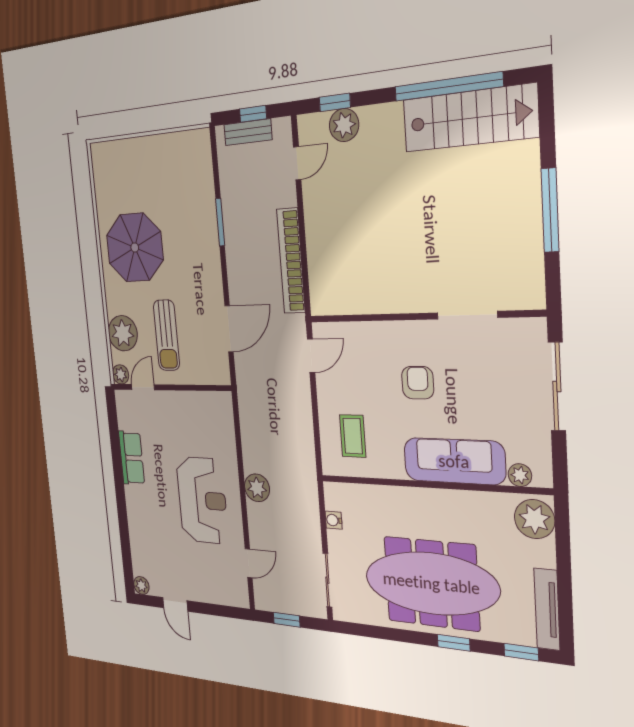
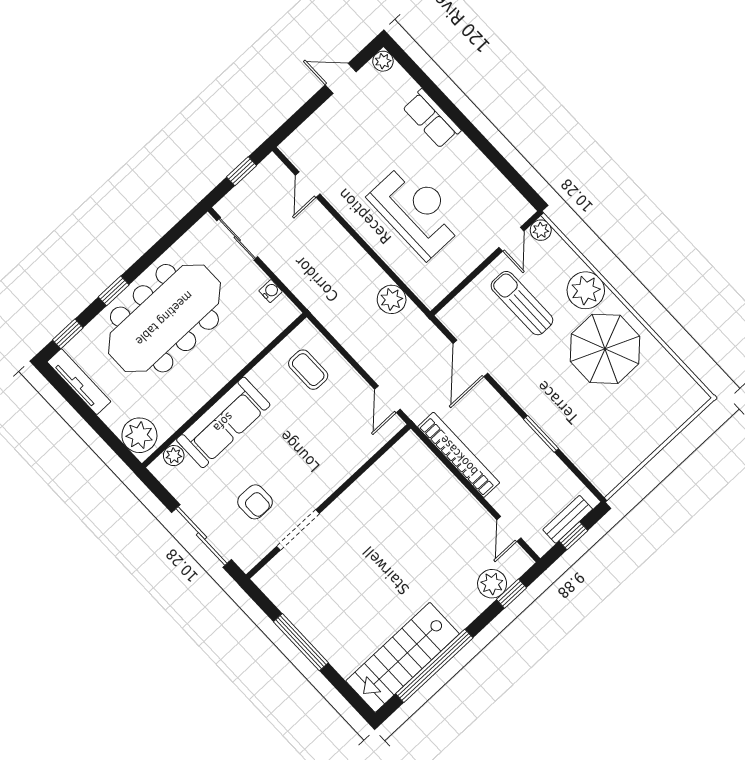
plant: (123, 333) -> (586, 290), moved
armchair: (418, 383) -> (255, 502), moved
row of seats: (132, 458) -> (432, 119), moved
plant: (257, 488) -> (392, 299), moved
reception desk: (202, 500) -> (416, 211), moved, turned 180

